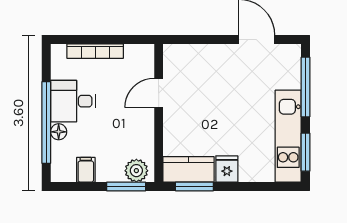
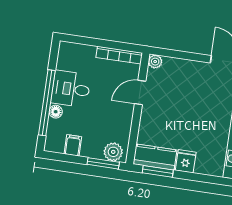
bookcase: (95, 51) -> (119, 55), moved
plant: (171, 52) -> (155, 62), added

